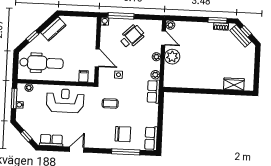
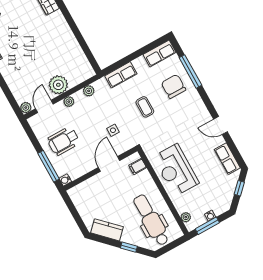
wheelchair: (132, 37) -> (63, 141), turned -46
row of seats: (153, 92) -> (121, 75), moved
coffee table: (110, 103) -> (145, 107), moved

